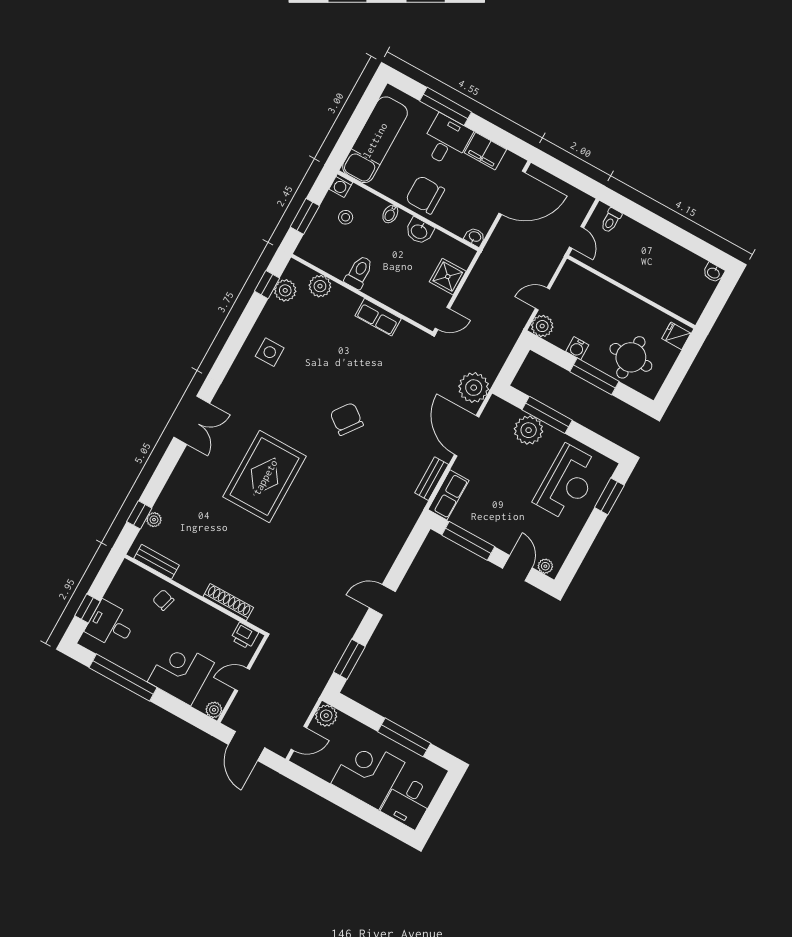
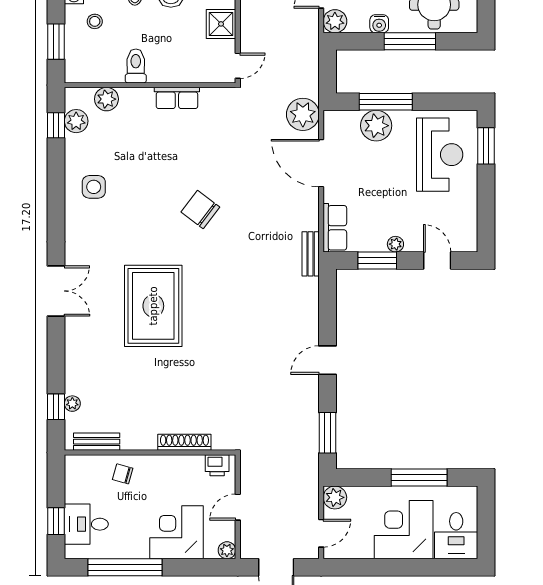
bench: (432, 479) -> (311, 254), moved
window: (468, 541) -> (377, 260), width x0.69
plant: (545, 566) -> (395, 244), moved

